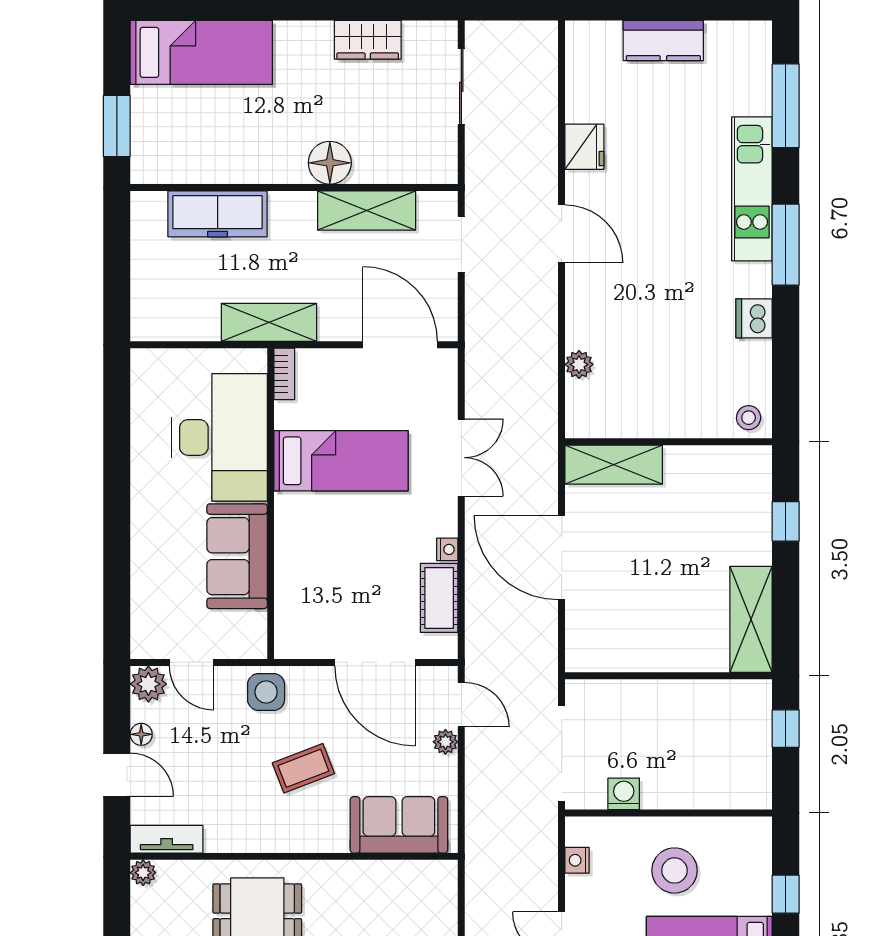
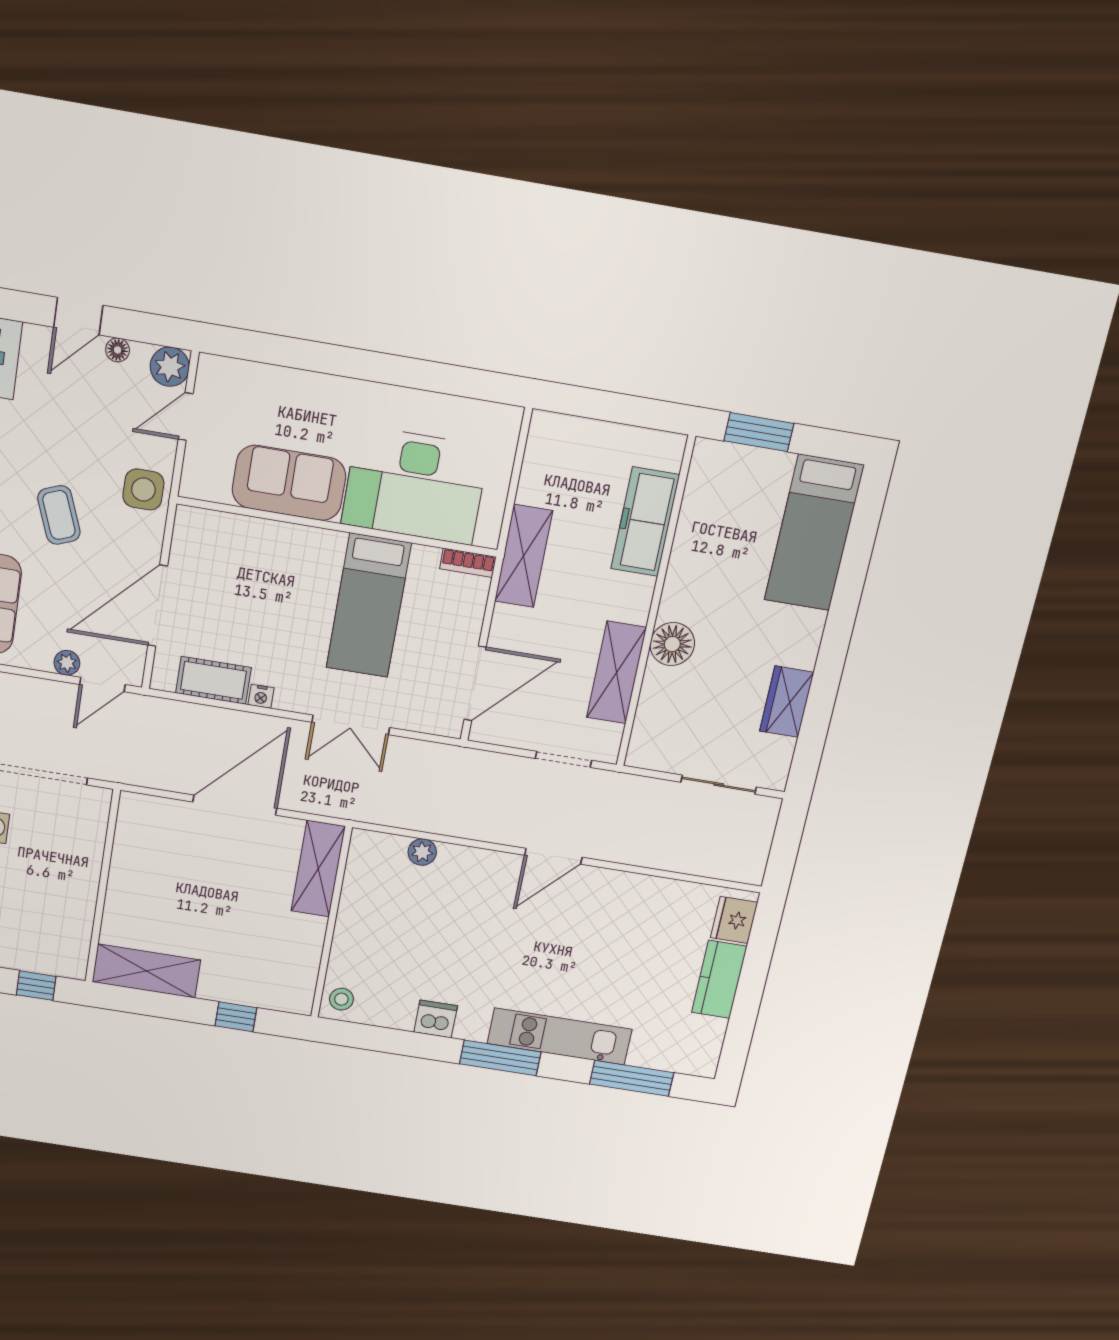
fridge: (584, 147) -> (734, 920), moved, turned 90

